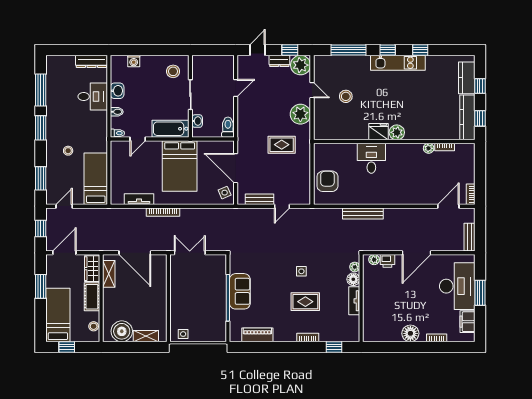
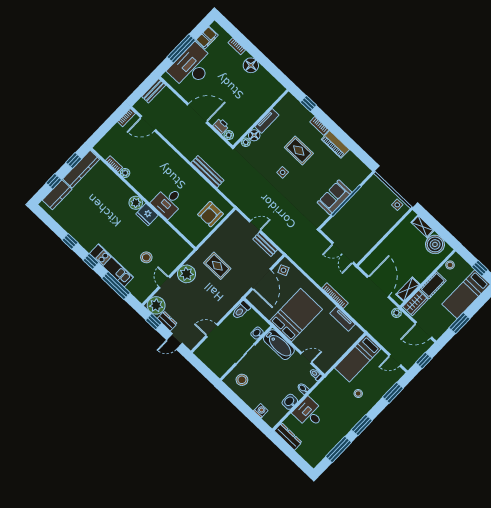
kitchen unit: (398, 63) -> (111, 265), moved
plant: (100, 246) -> (396, 313), added
window: (480, 293) -> (181, 49), width x1.44
piano: (257, 335) -> (335, 144), moved

